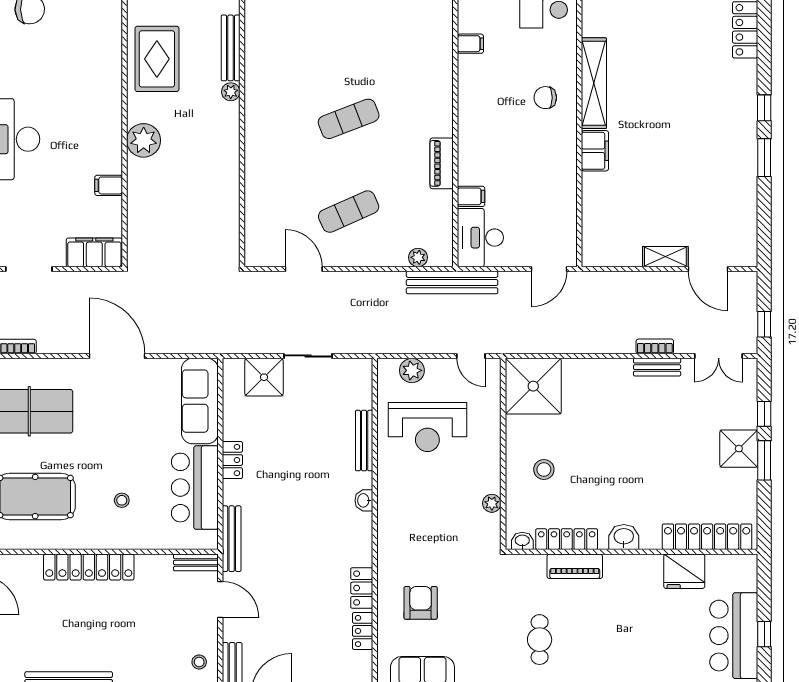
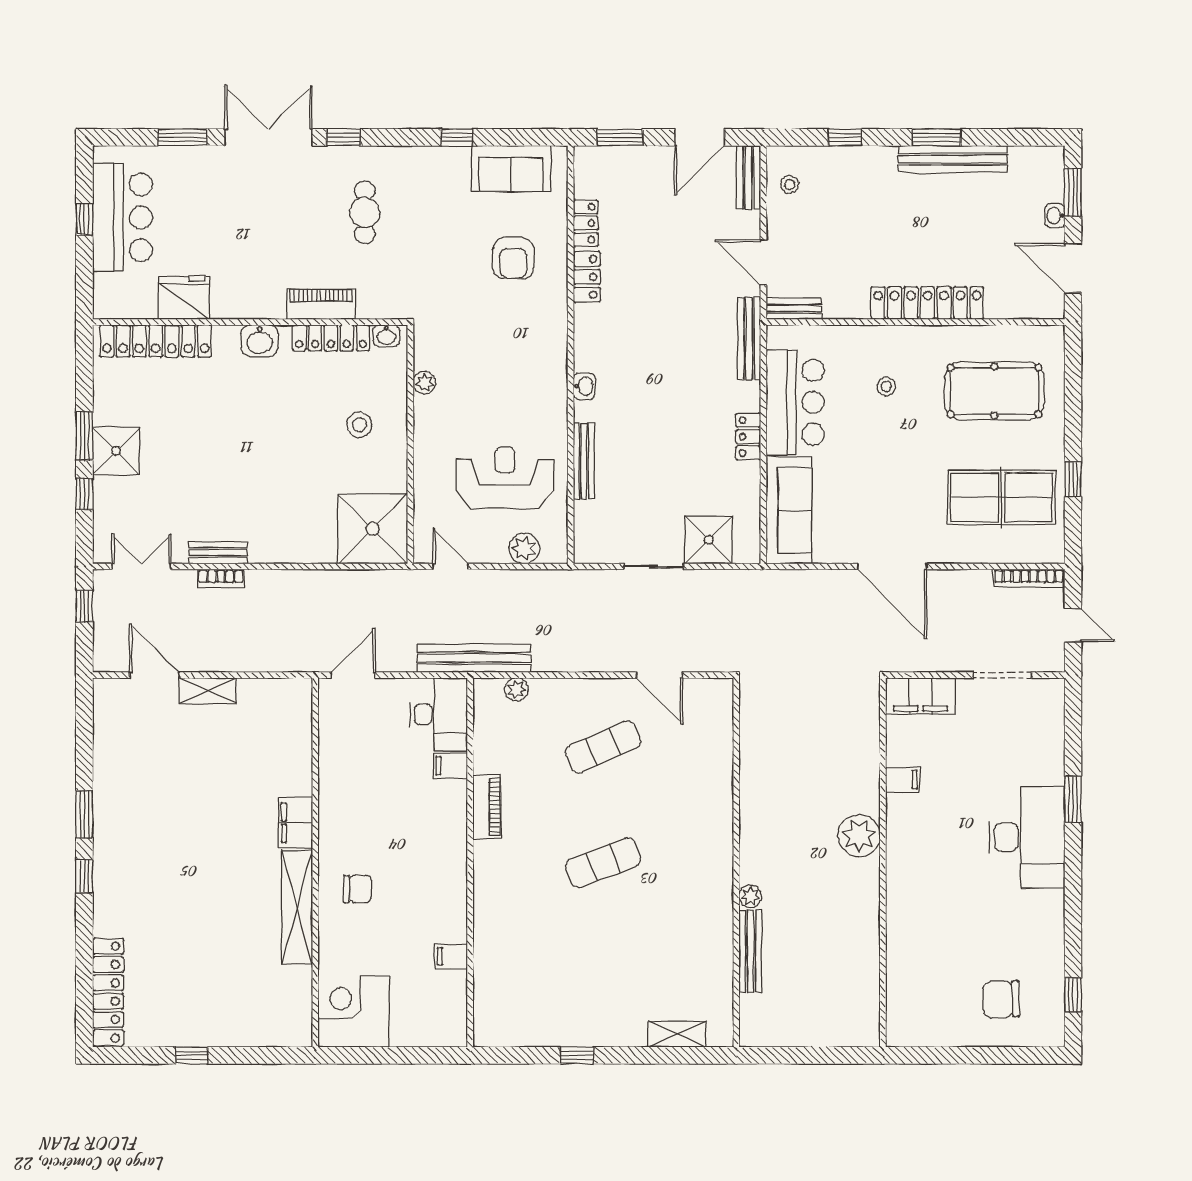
rug: (157, 59) -> (842, 937), removed

